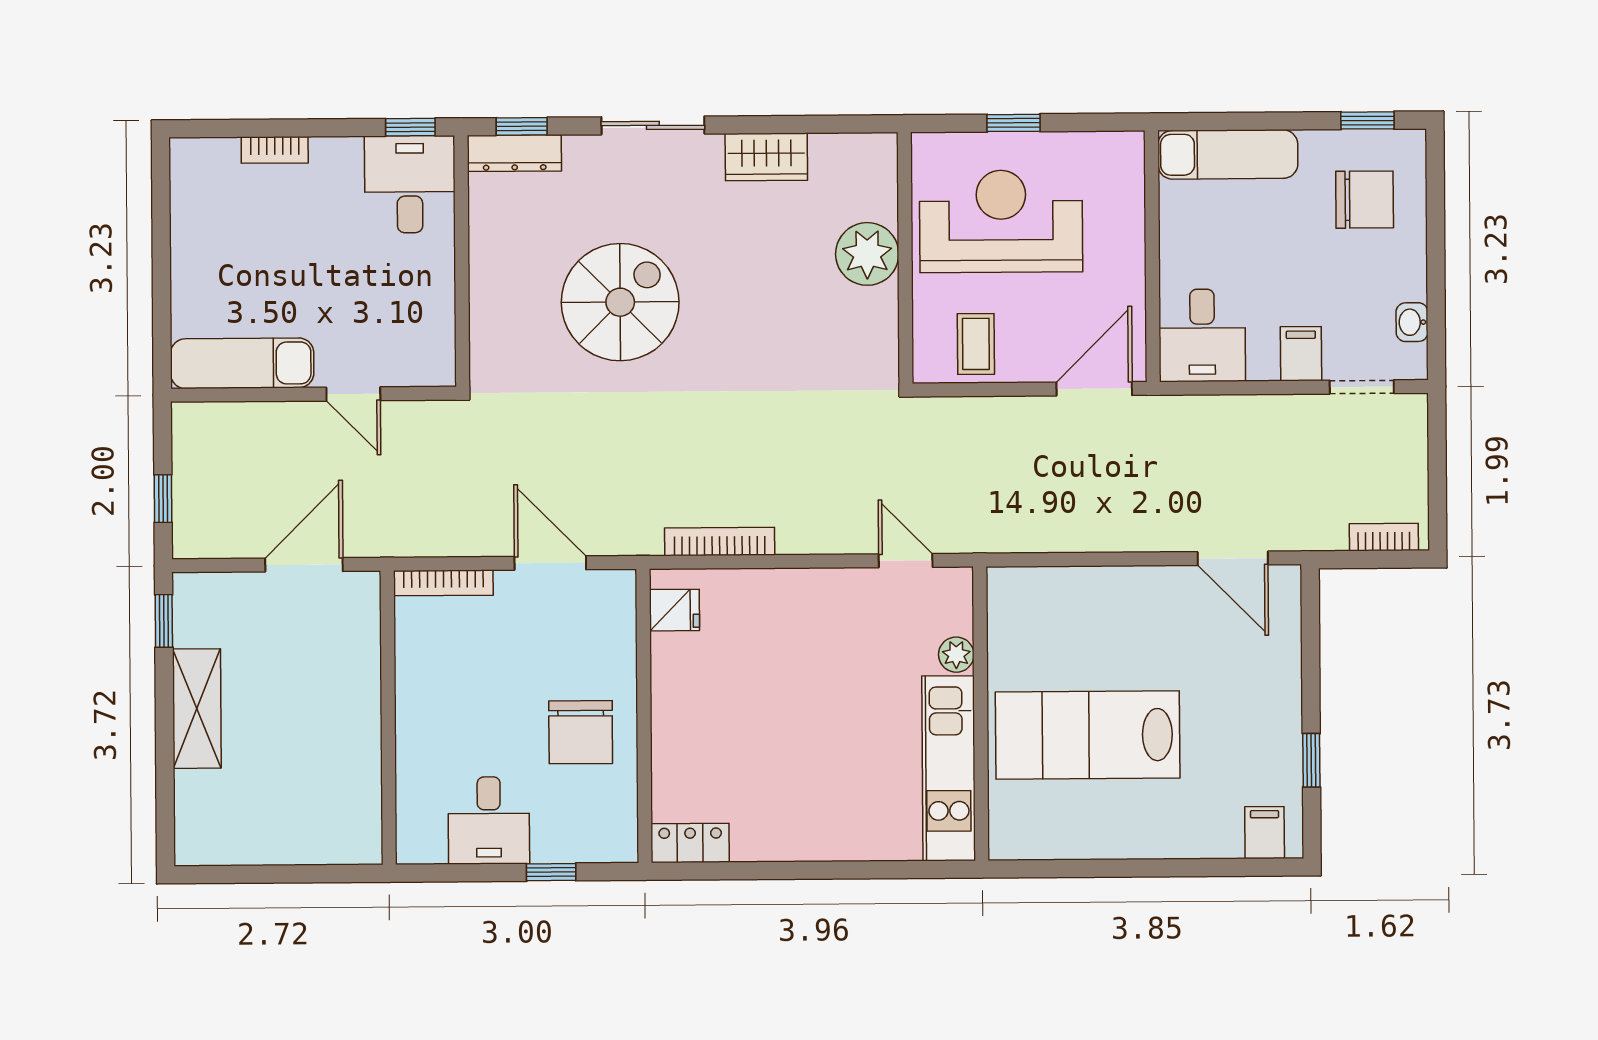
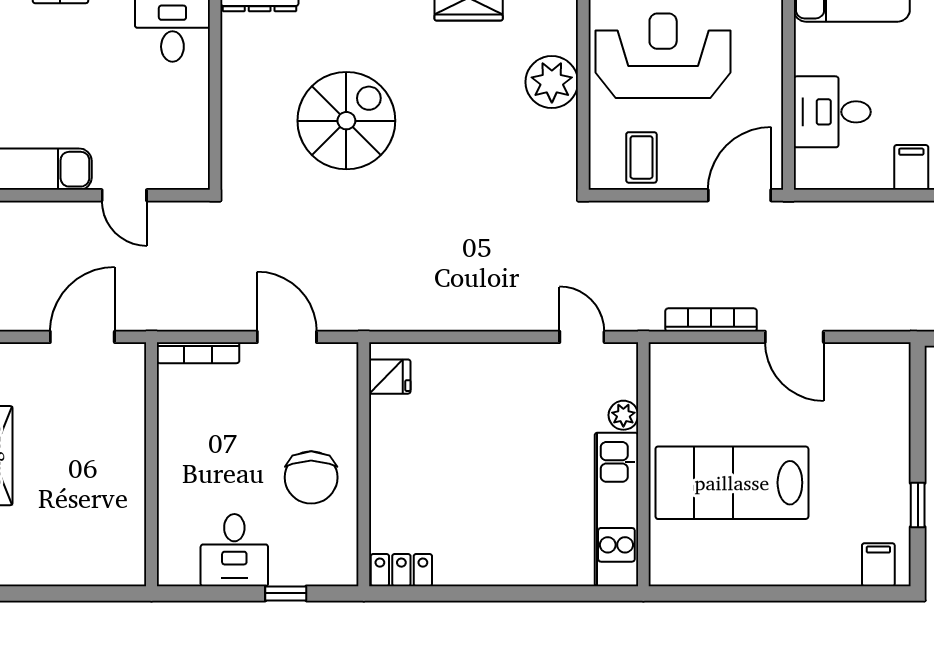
desk: (1202, 335) -> (832, 112), moved, turned 90
bookcase: (720, 541) -> (711, 320), moved
door: (1233, 558) -> (794, 337), moved

